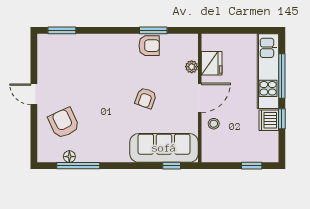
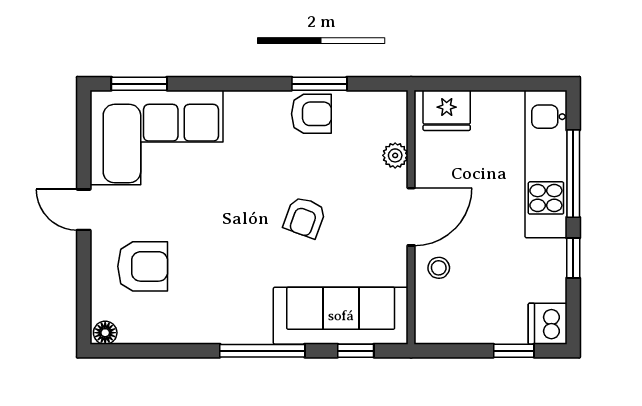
corner sofa: (71, 58) -> (156, 137), added
fridge: (212, 63) -> (447, 110), moved, turned 90
dishwasher: (269, 120) -> (548, 324), moved
armchair: (64, 123) -> (143, 266), turned 115
floor lamp: (69, 157) -> (105, 333), moved
window: (78, 166) -> (262, 351), moved

